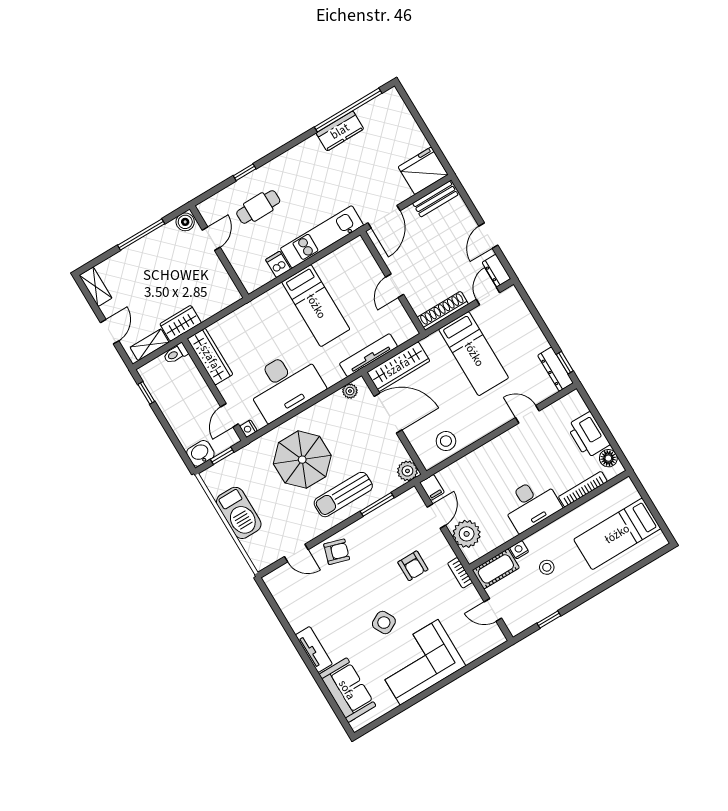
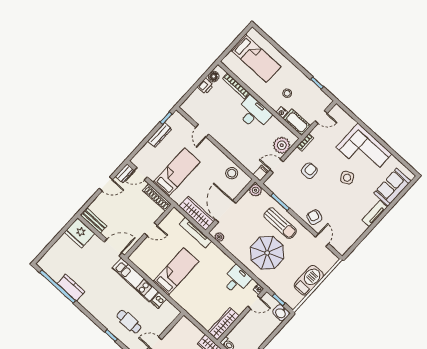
dresser: (555, 369) -> (160, 135), moved
desk: (285, 385) -> (237, 280), width x0.53, depth x0.77
printer: (588, 435) -> (205, 86), width x0.53, depth x0.68
door: (493, 610) -> (321, 117), hinge flipped

